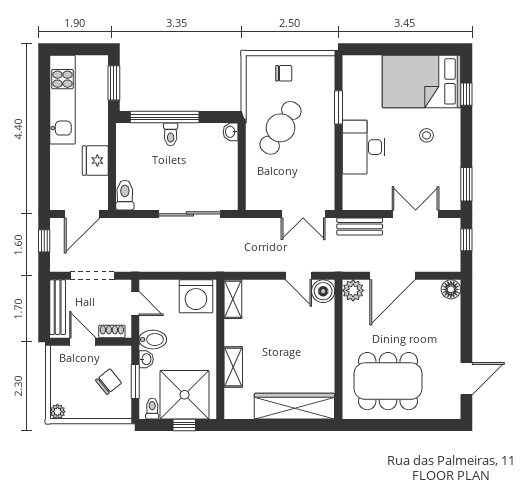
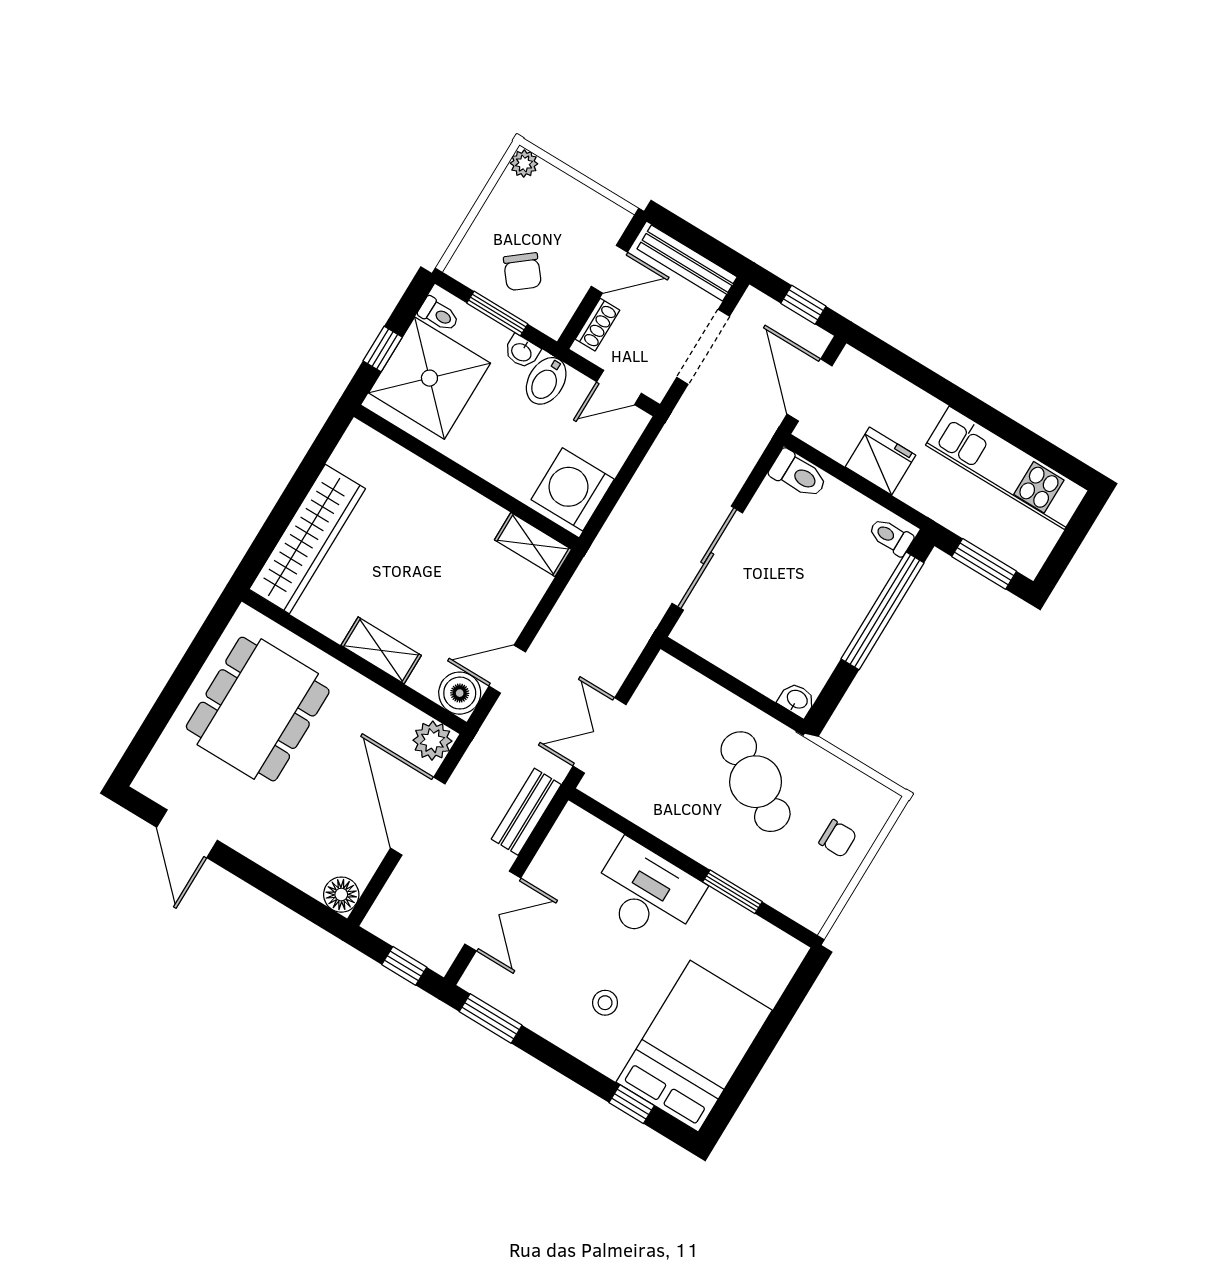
chair: (284, 73) -> (838, 838), turned -90
toilet: (171, 134) -> (891, 537), moved
shelving: (233, 367) -> (381, 650), moved

